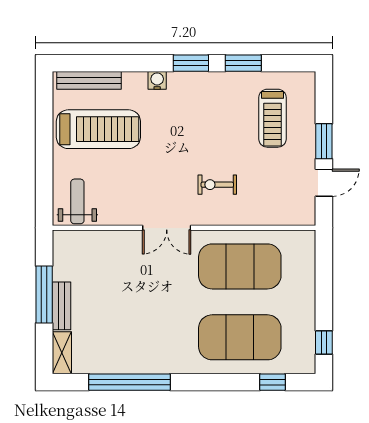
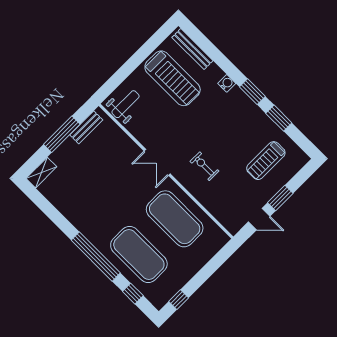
bench: (61, 306) -> (86, 127), moved
window: (129, 382) -> (96, 257), moved

